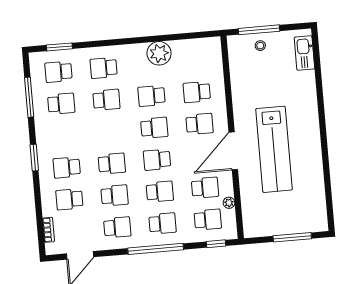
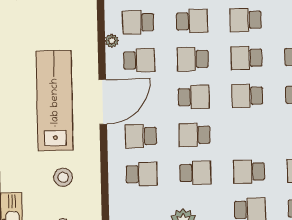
stool: (263, 85) -> (63, 177), added
school desk: (205, 188) -> (139, 60), turned 180
school desk: (163, 223) -> (192, 21), turned 180

